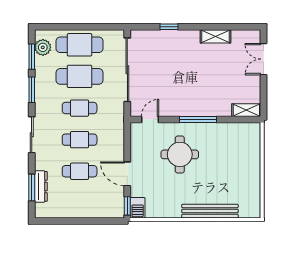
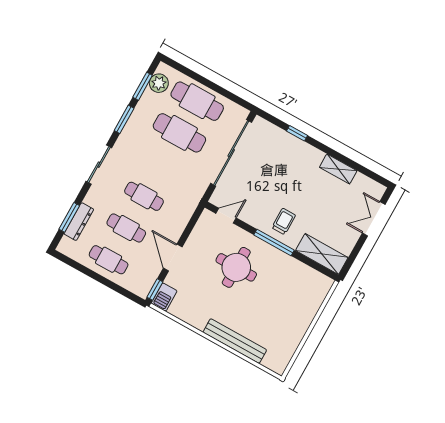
trolley: (196, 99) -> (284, 221), added
cafe table: (80, 108) -> (109, 260), moved
shelving: (246, 110) -> (322, 254), width x1.50, depth x1.33

